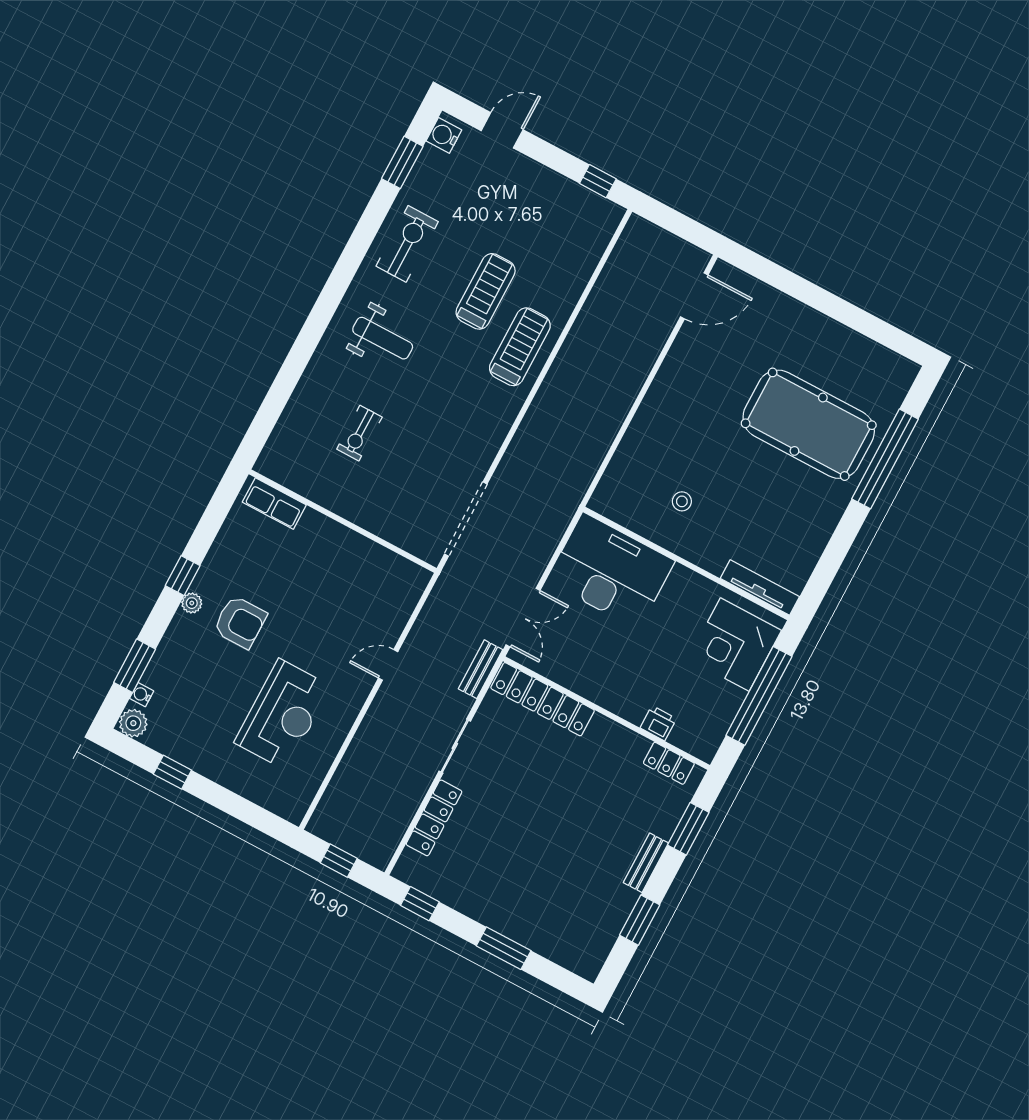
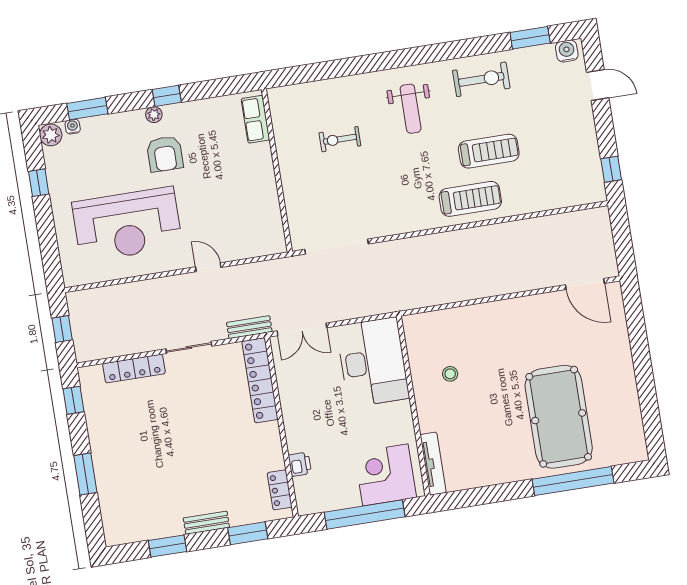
reception desk: (283, 714) -> (127, 224), width x1.36, depth x1.30

